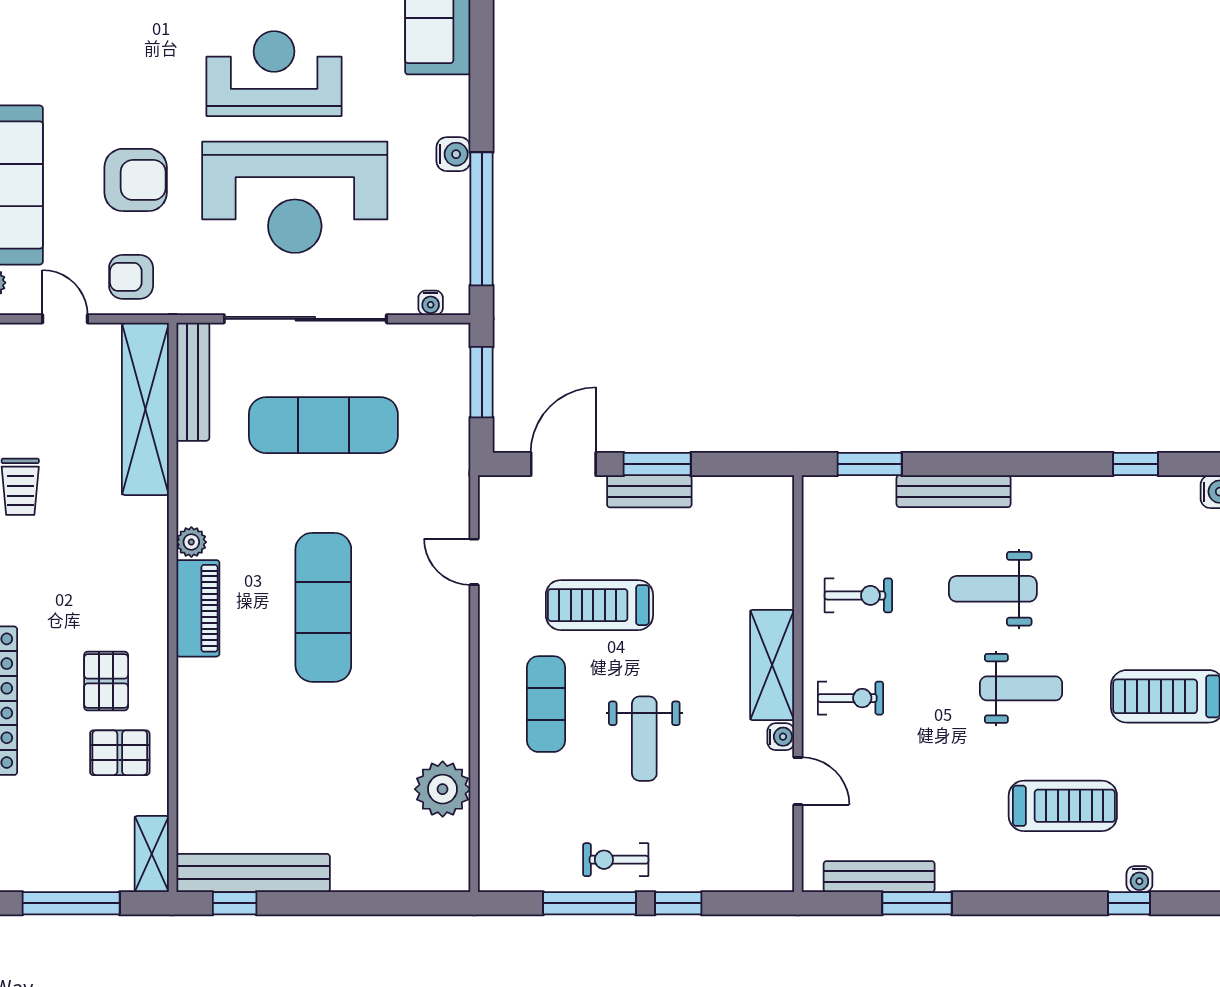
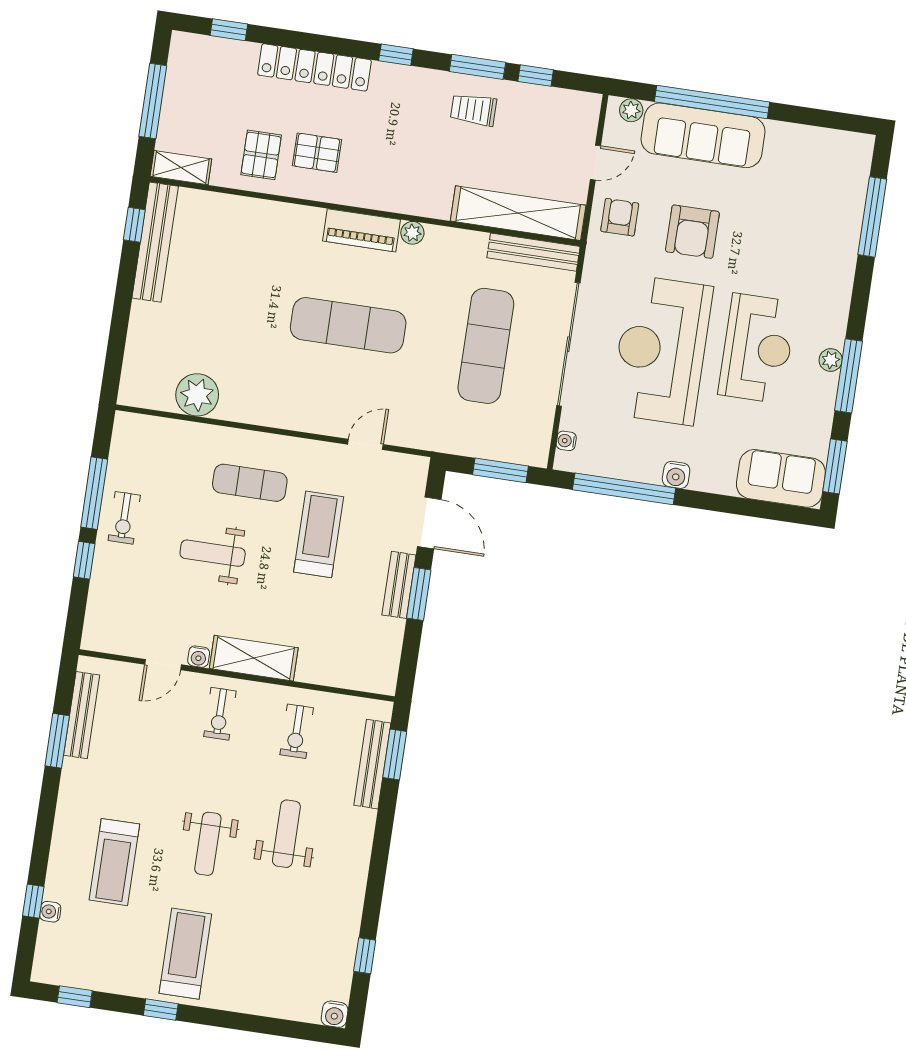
bench: (954, 491) -> (372, 764), moved
exercise bike: (616, 860) -> (124, 518), turned 180

